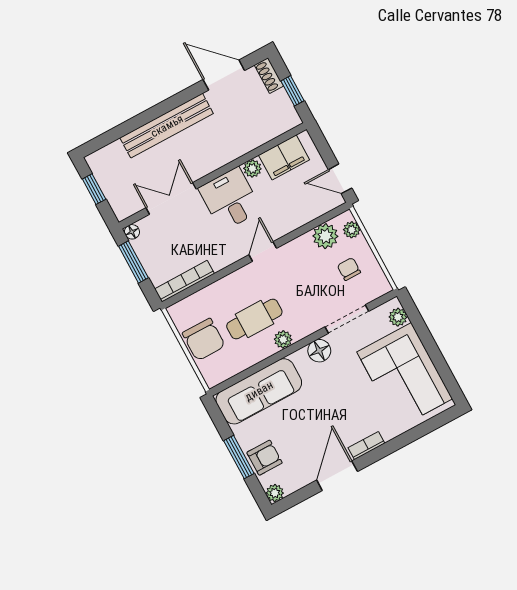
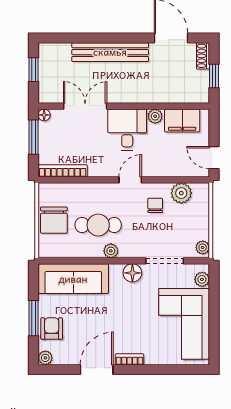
plant: (352, 230) -> (203, 247), moved
chair: (349, 269) -> (155, 205), moved
armchair: (265, 458) -> (52, 329), turned -90

